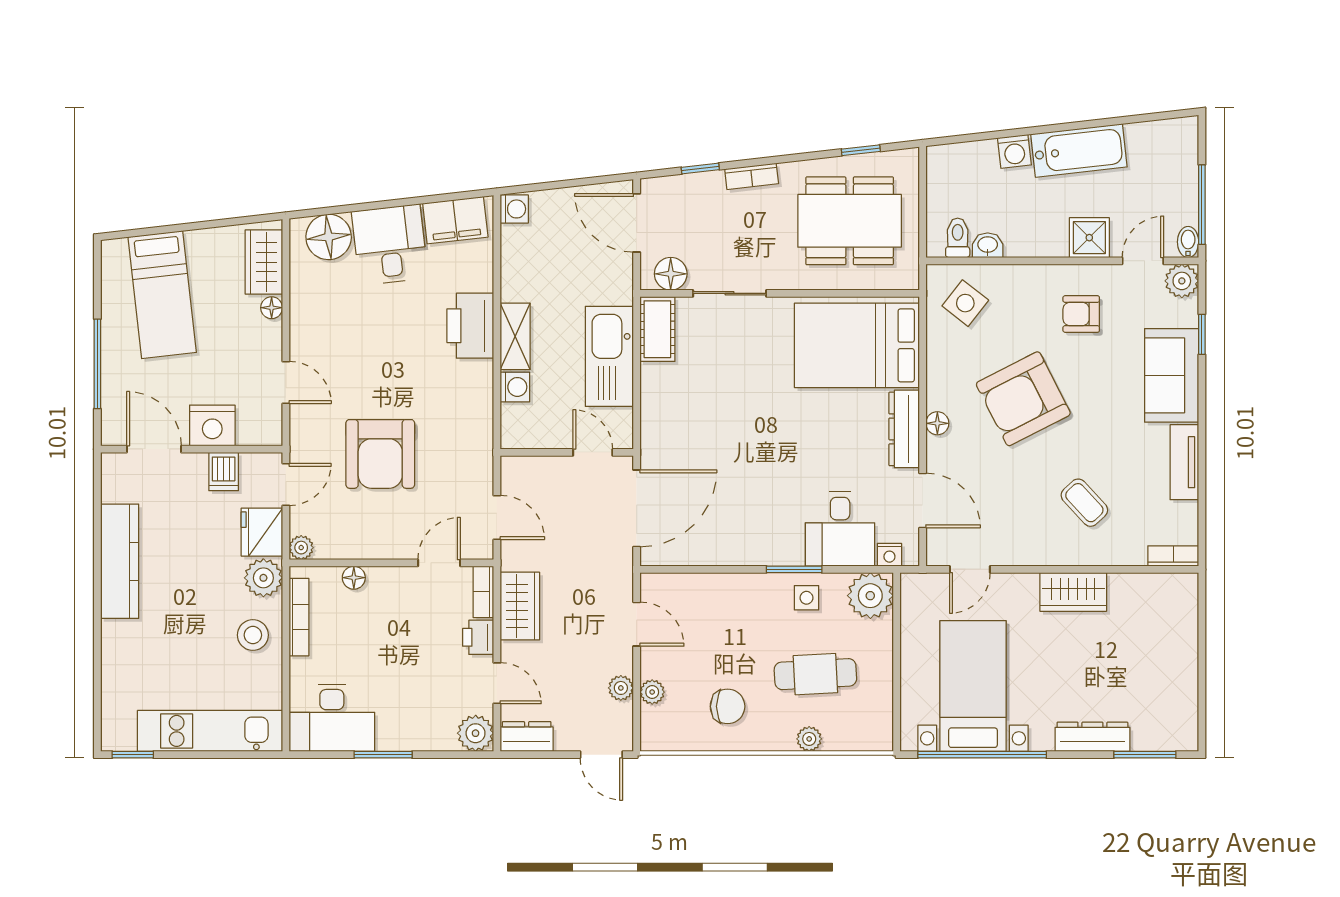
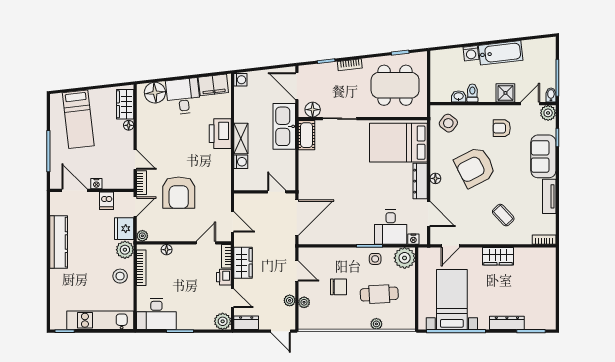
toilet: (958, 238) -> (472, 93), moved
kitchen sink: (609, 356) -> (284, 126), moved
nightstand: (212, 426) -> (96, 184), width x0.53, depth x0.56
bookcase: (299, 432) -> (142, 183), added
chair: (728, 706) -> (339, 287), moved

